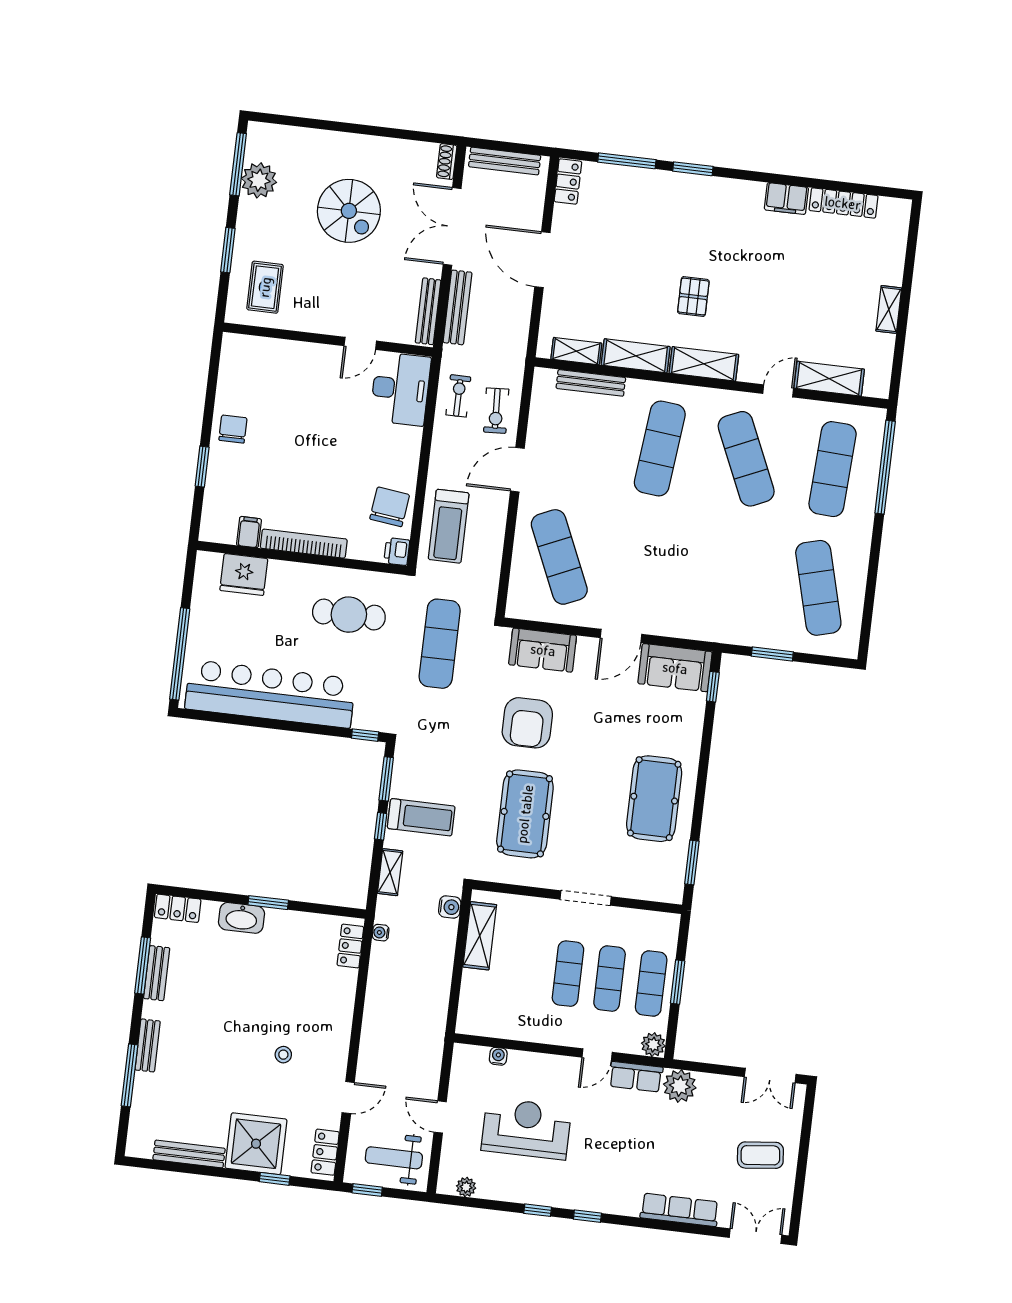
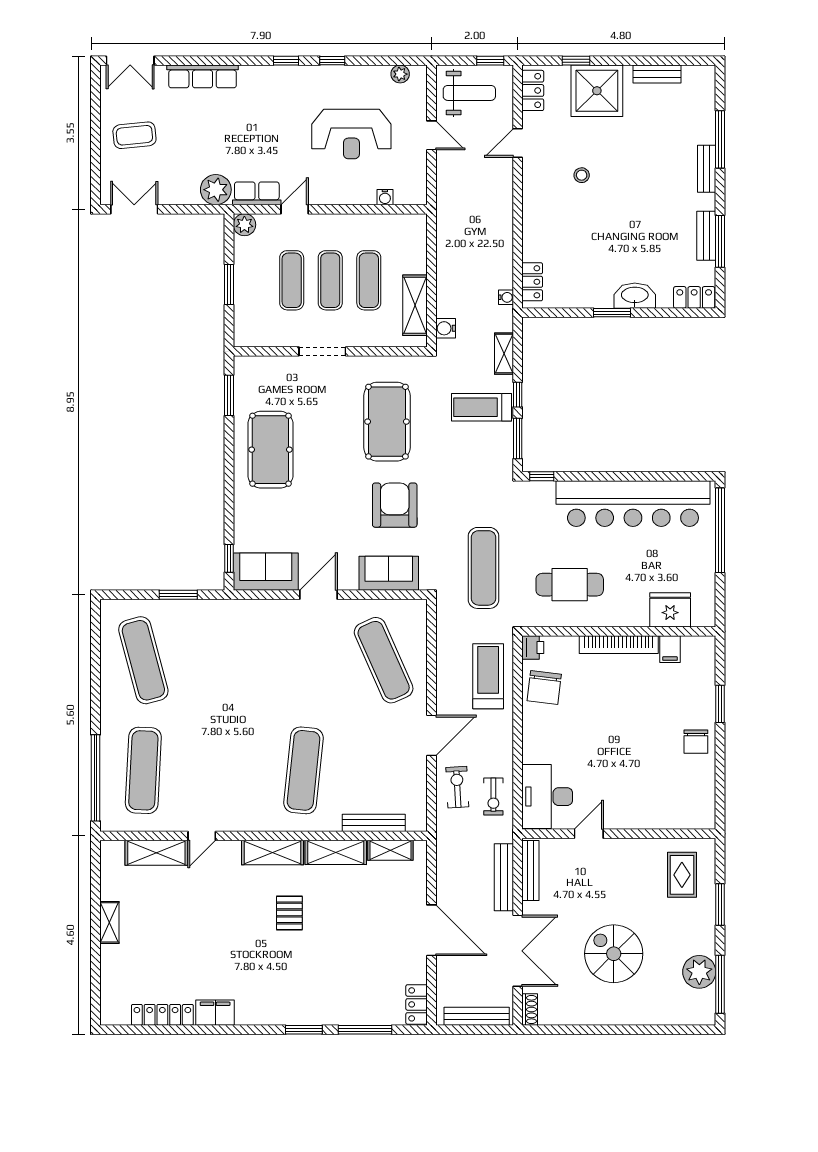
exercise mat: (746, 459) -> (223, 770), removed
exercise mat: (651, 984) -> (369, 280), moved
bench: (189, 1154) -> (657, 74), width x0.73

